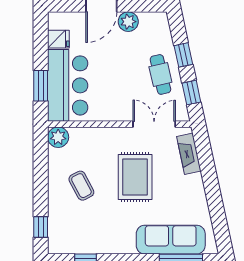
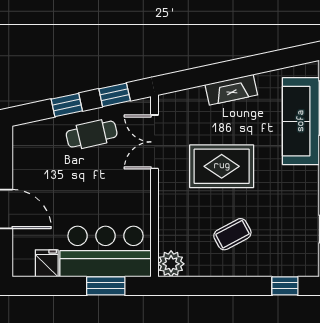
plant: (128, 22) -> (25, 175), removed
fireplace: (189, 154) -> (231, 90), moved

